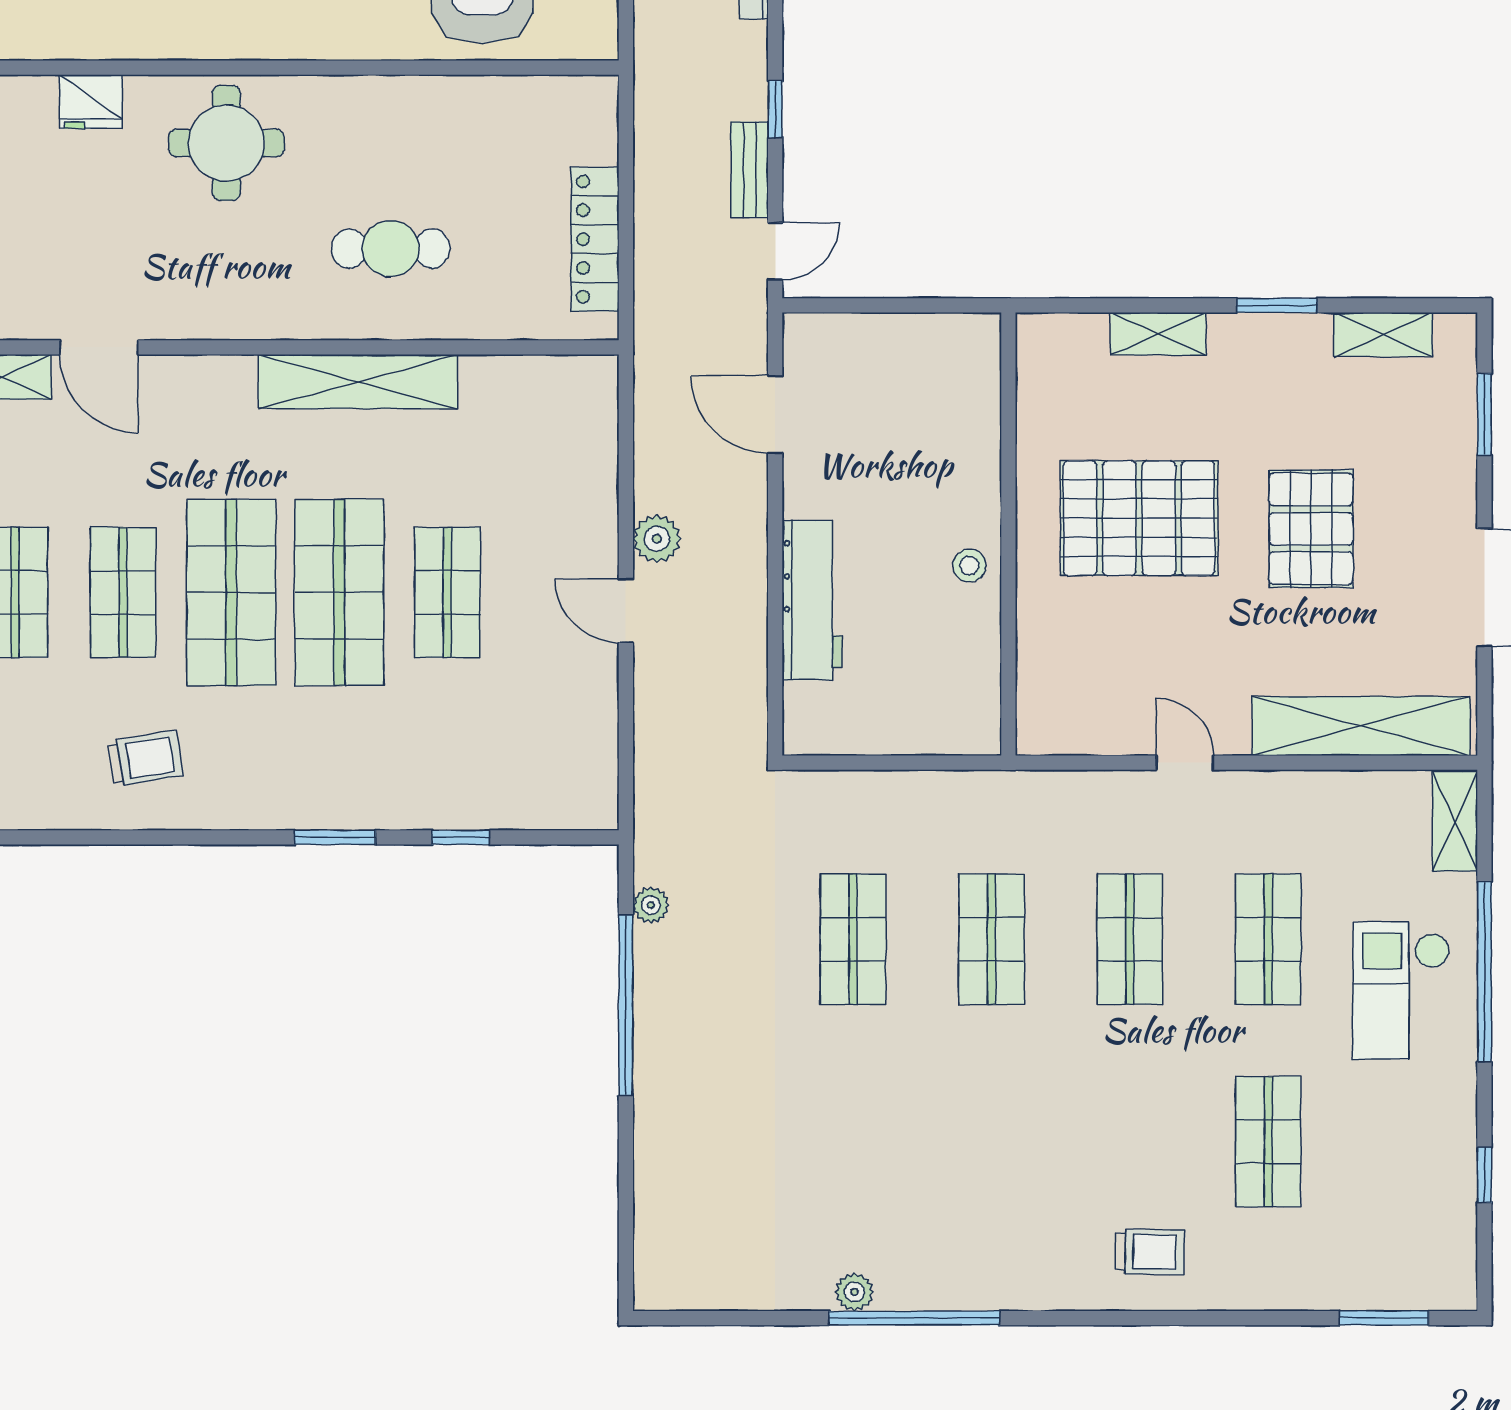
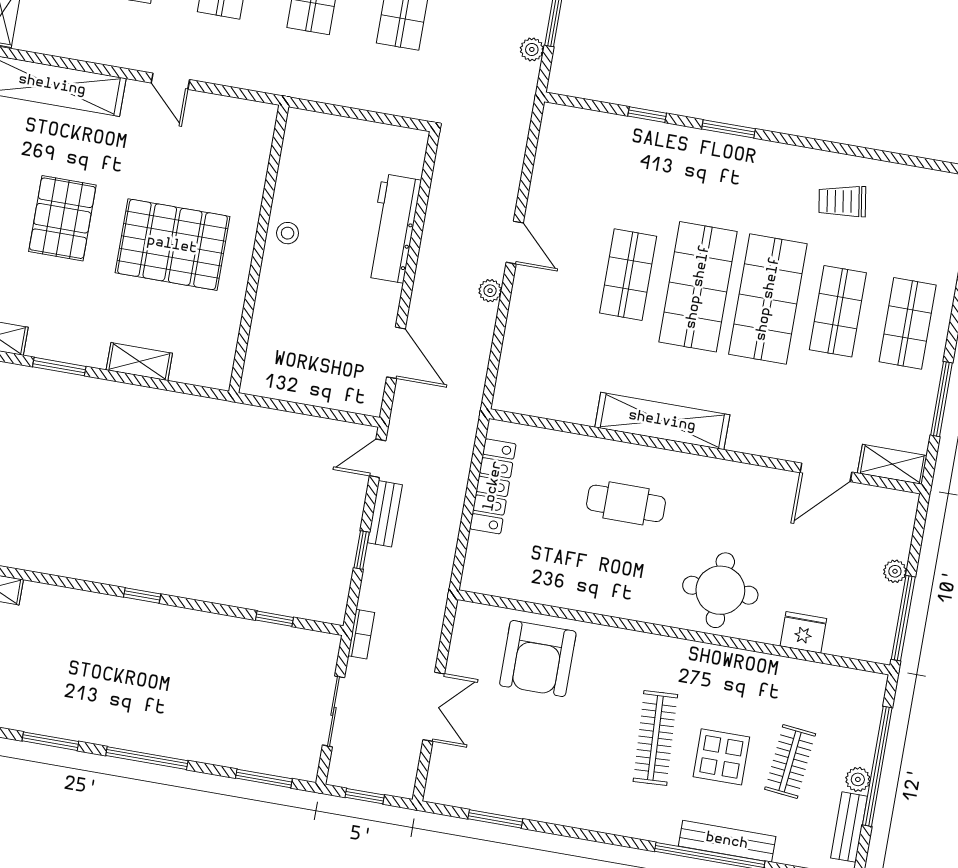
door: (99, 347) -> (826, 472), swing flipped
plant: (657, 539) -> (490, 291), width x0.73, depth x0.73

